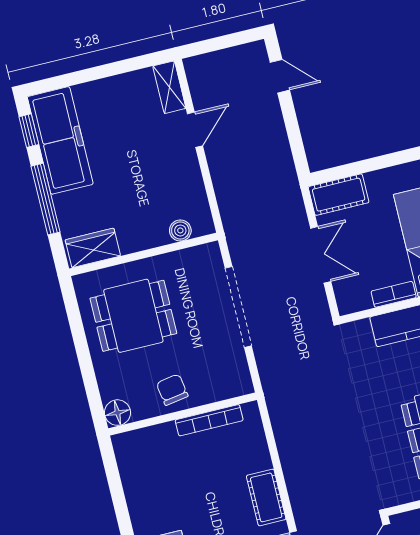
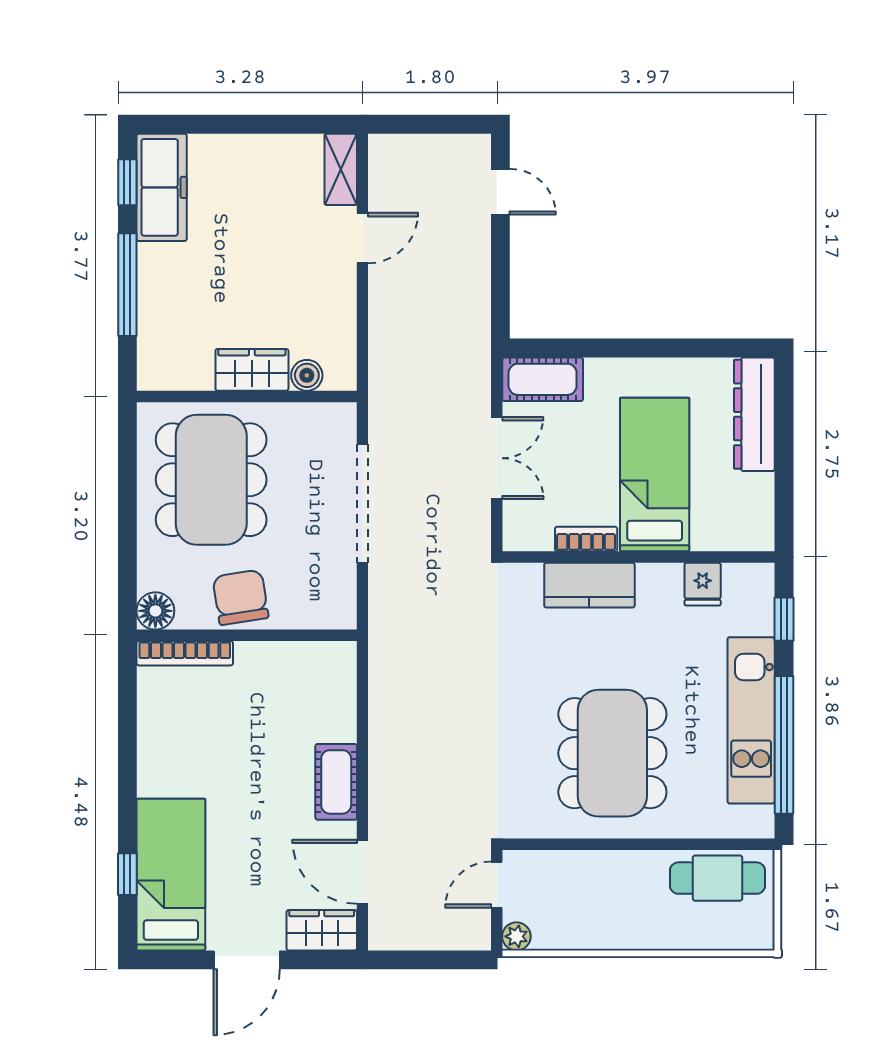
freezer: (60, 140) -> (162, 187), width x0.73, depth x0.79
wardrobe: (93, 248) -> (252, 370), moved
dining table: (133, 316) -> (211, 480), width x1.38
chair: (172, 390) -> (241, 597), width x1.37, depth x1.37
bookcase: (209, 420) -> (185, 653), moved

